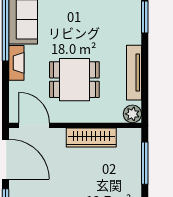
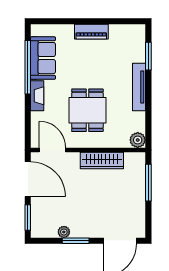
tv unit: (134, 73) -> (139, 87), moved
dining table: (74, 80) -> (87, 110), turned 90

